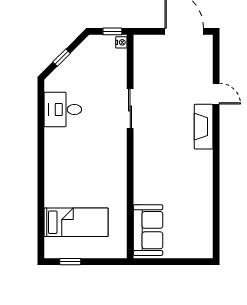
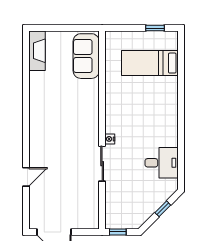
nightstand: (121, 42) -> (110, 139), moved
door: (216, 94) -> (26, 177), swing flipped
fireplace: (204, 127) -> (37, 51), moved

